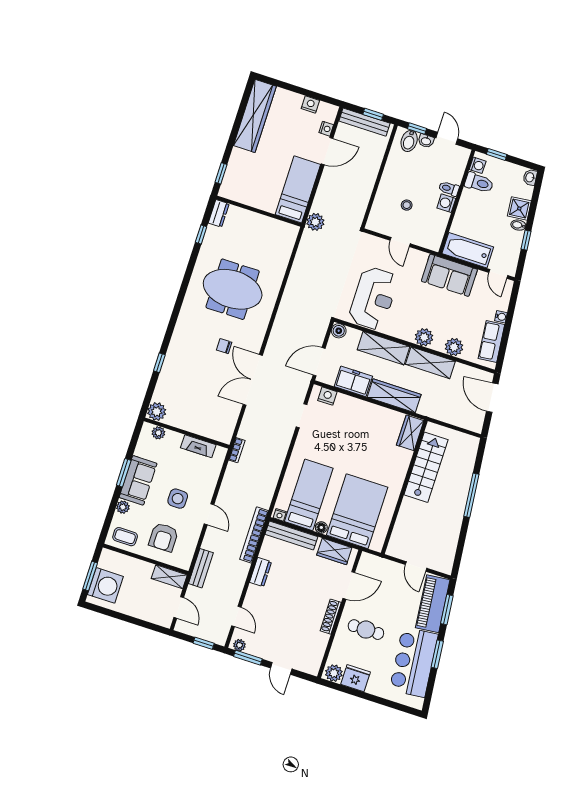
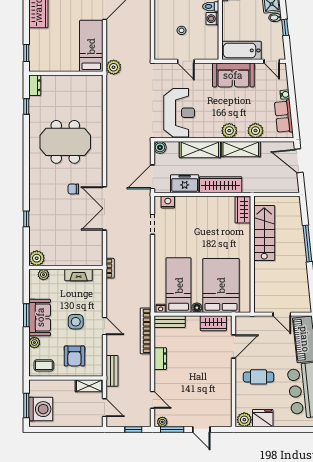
bench: (291, 535) -> (170, 322), width x0.73
shoe rack: (331, 617) -> (227, 376), removed

